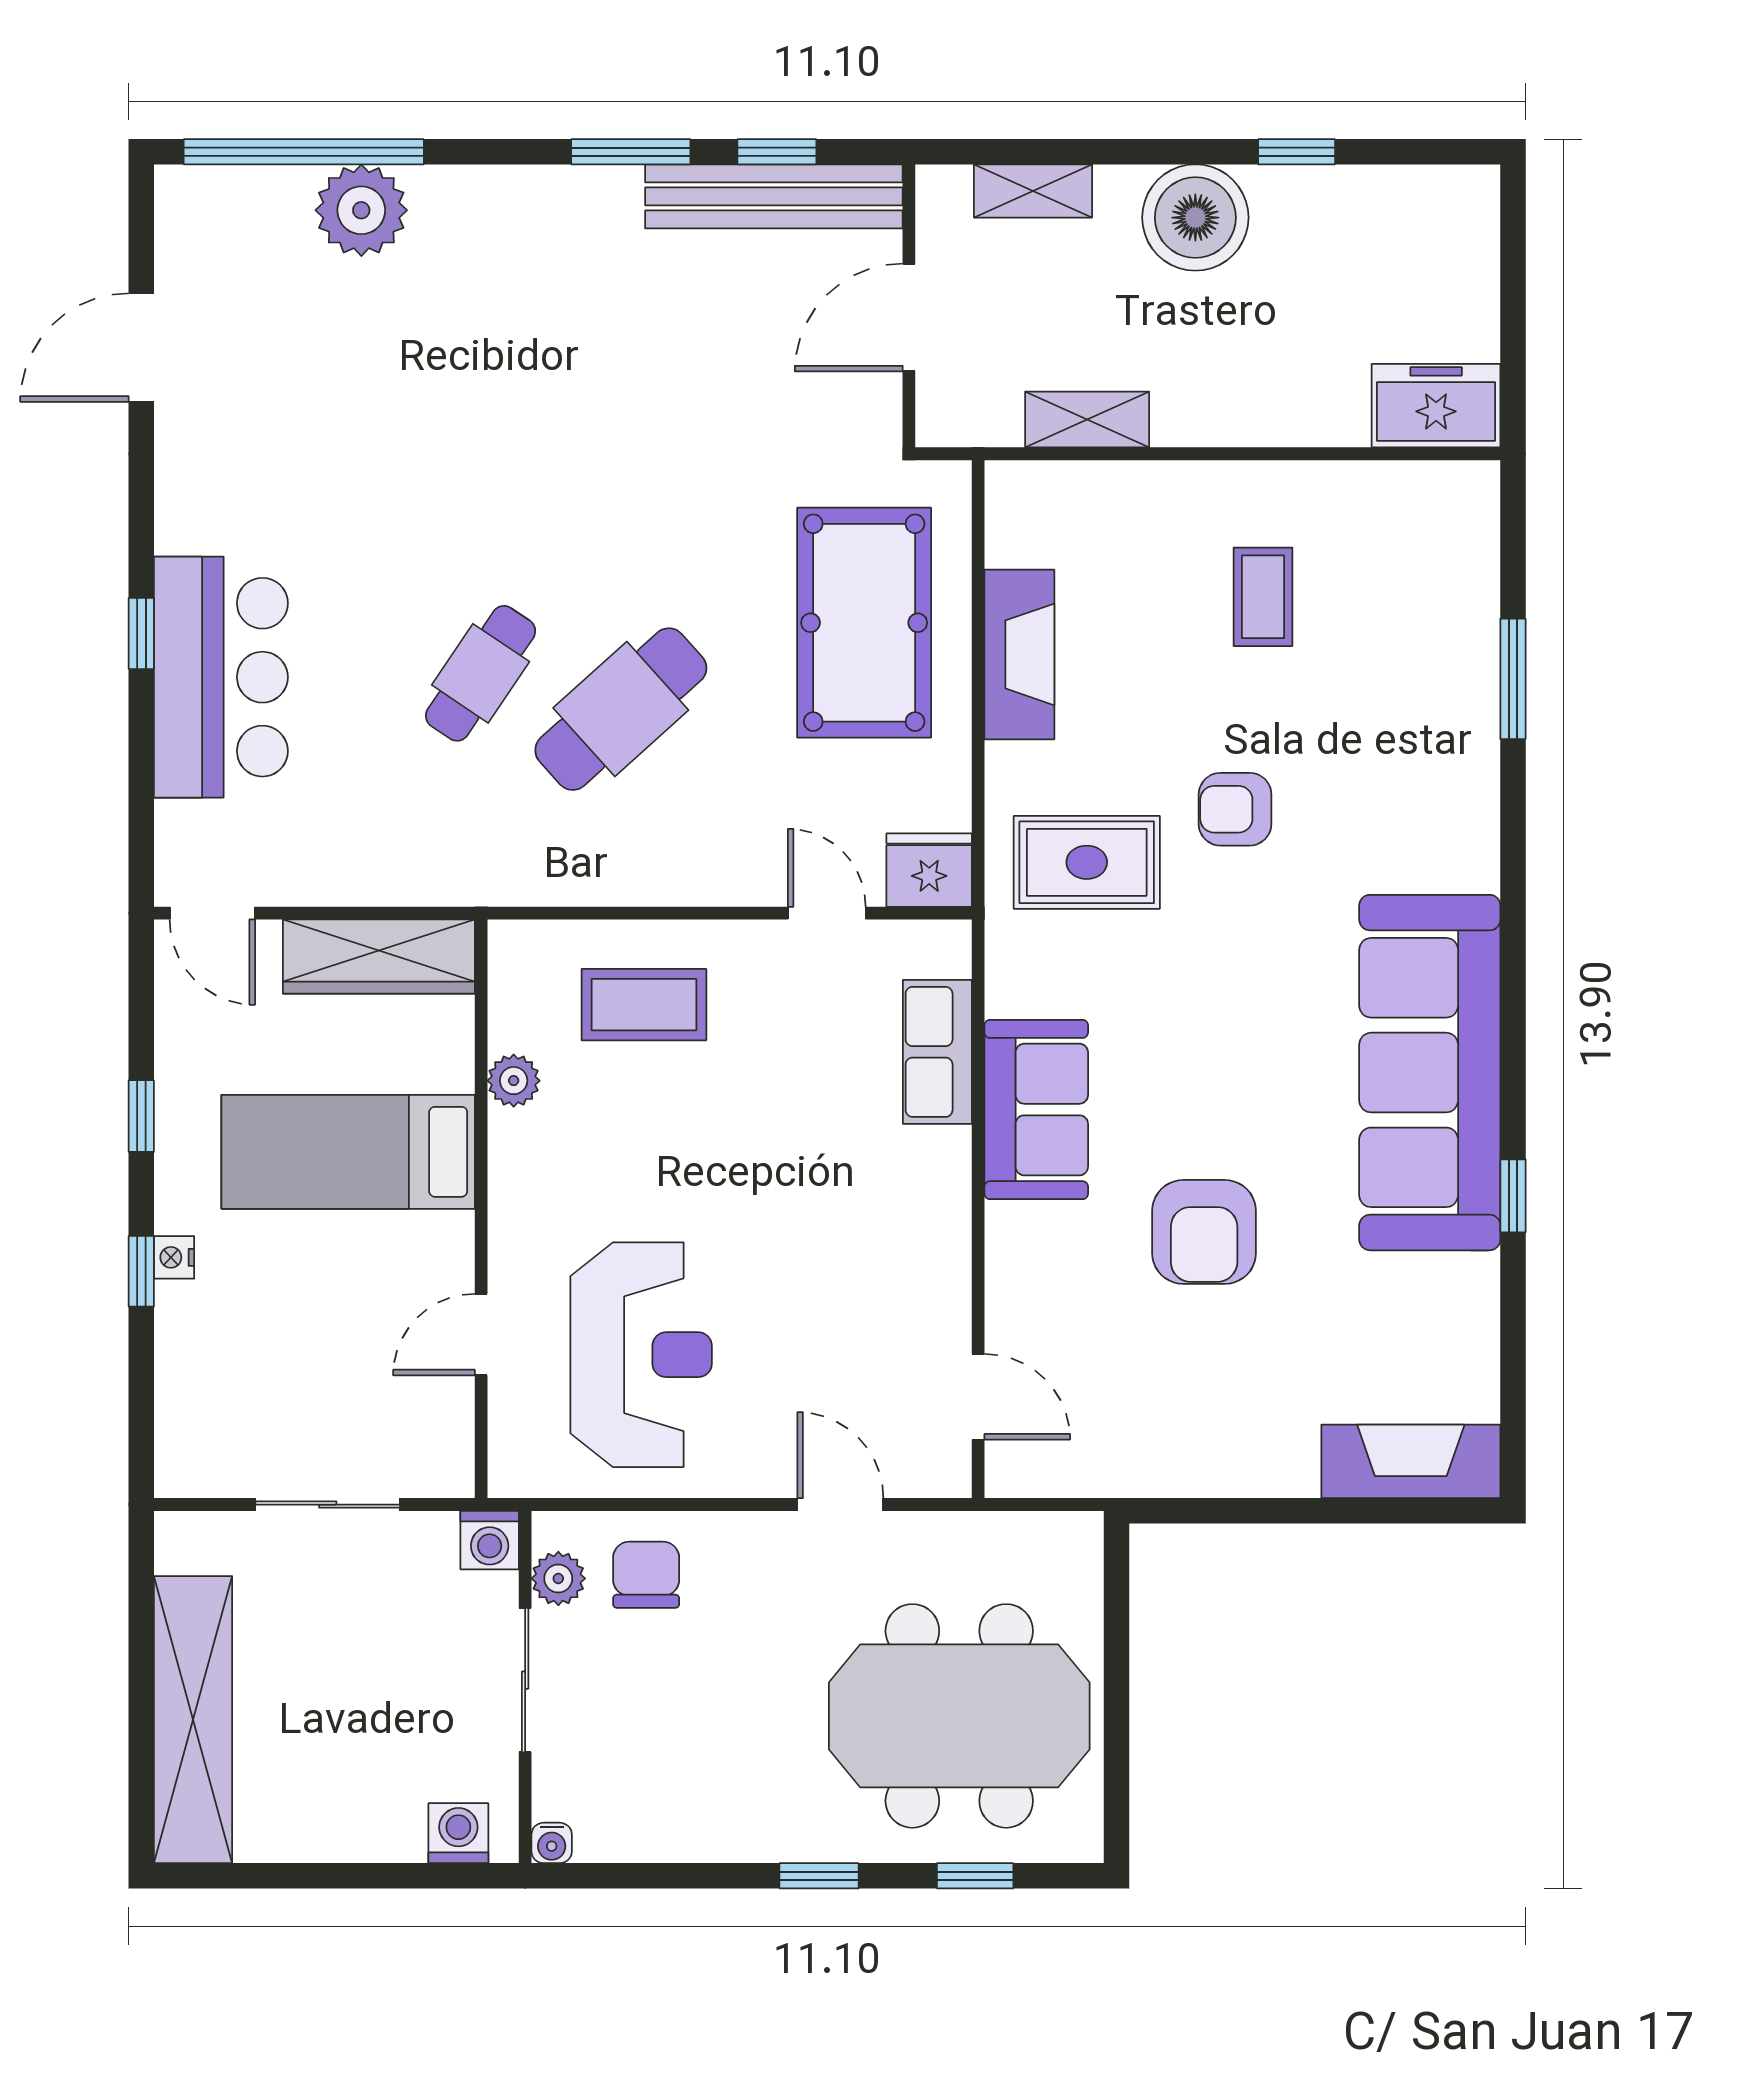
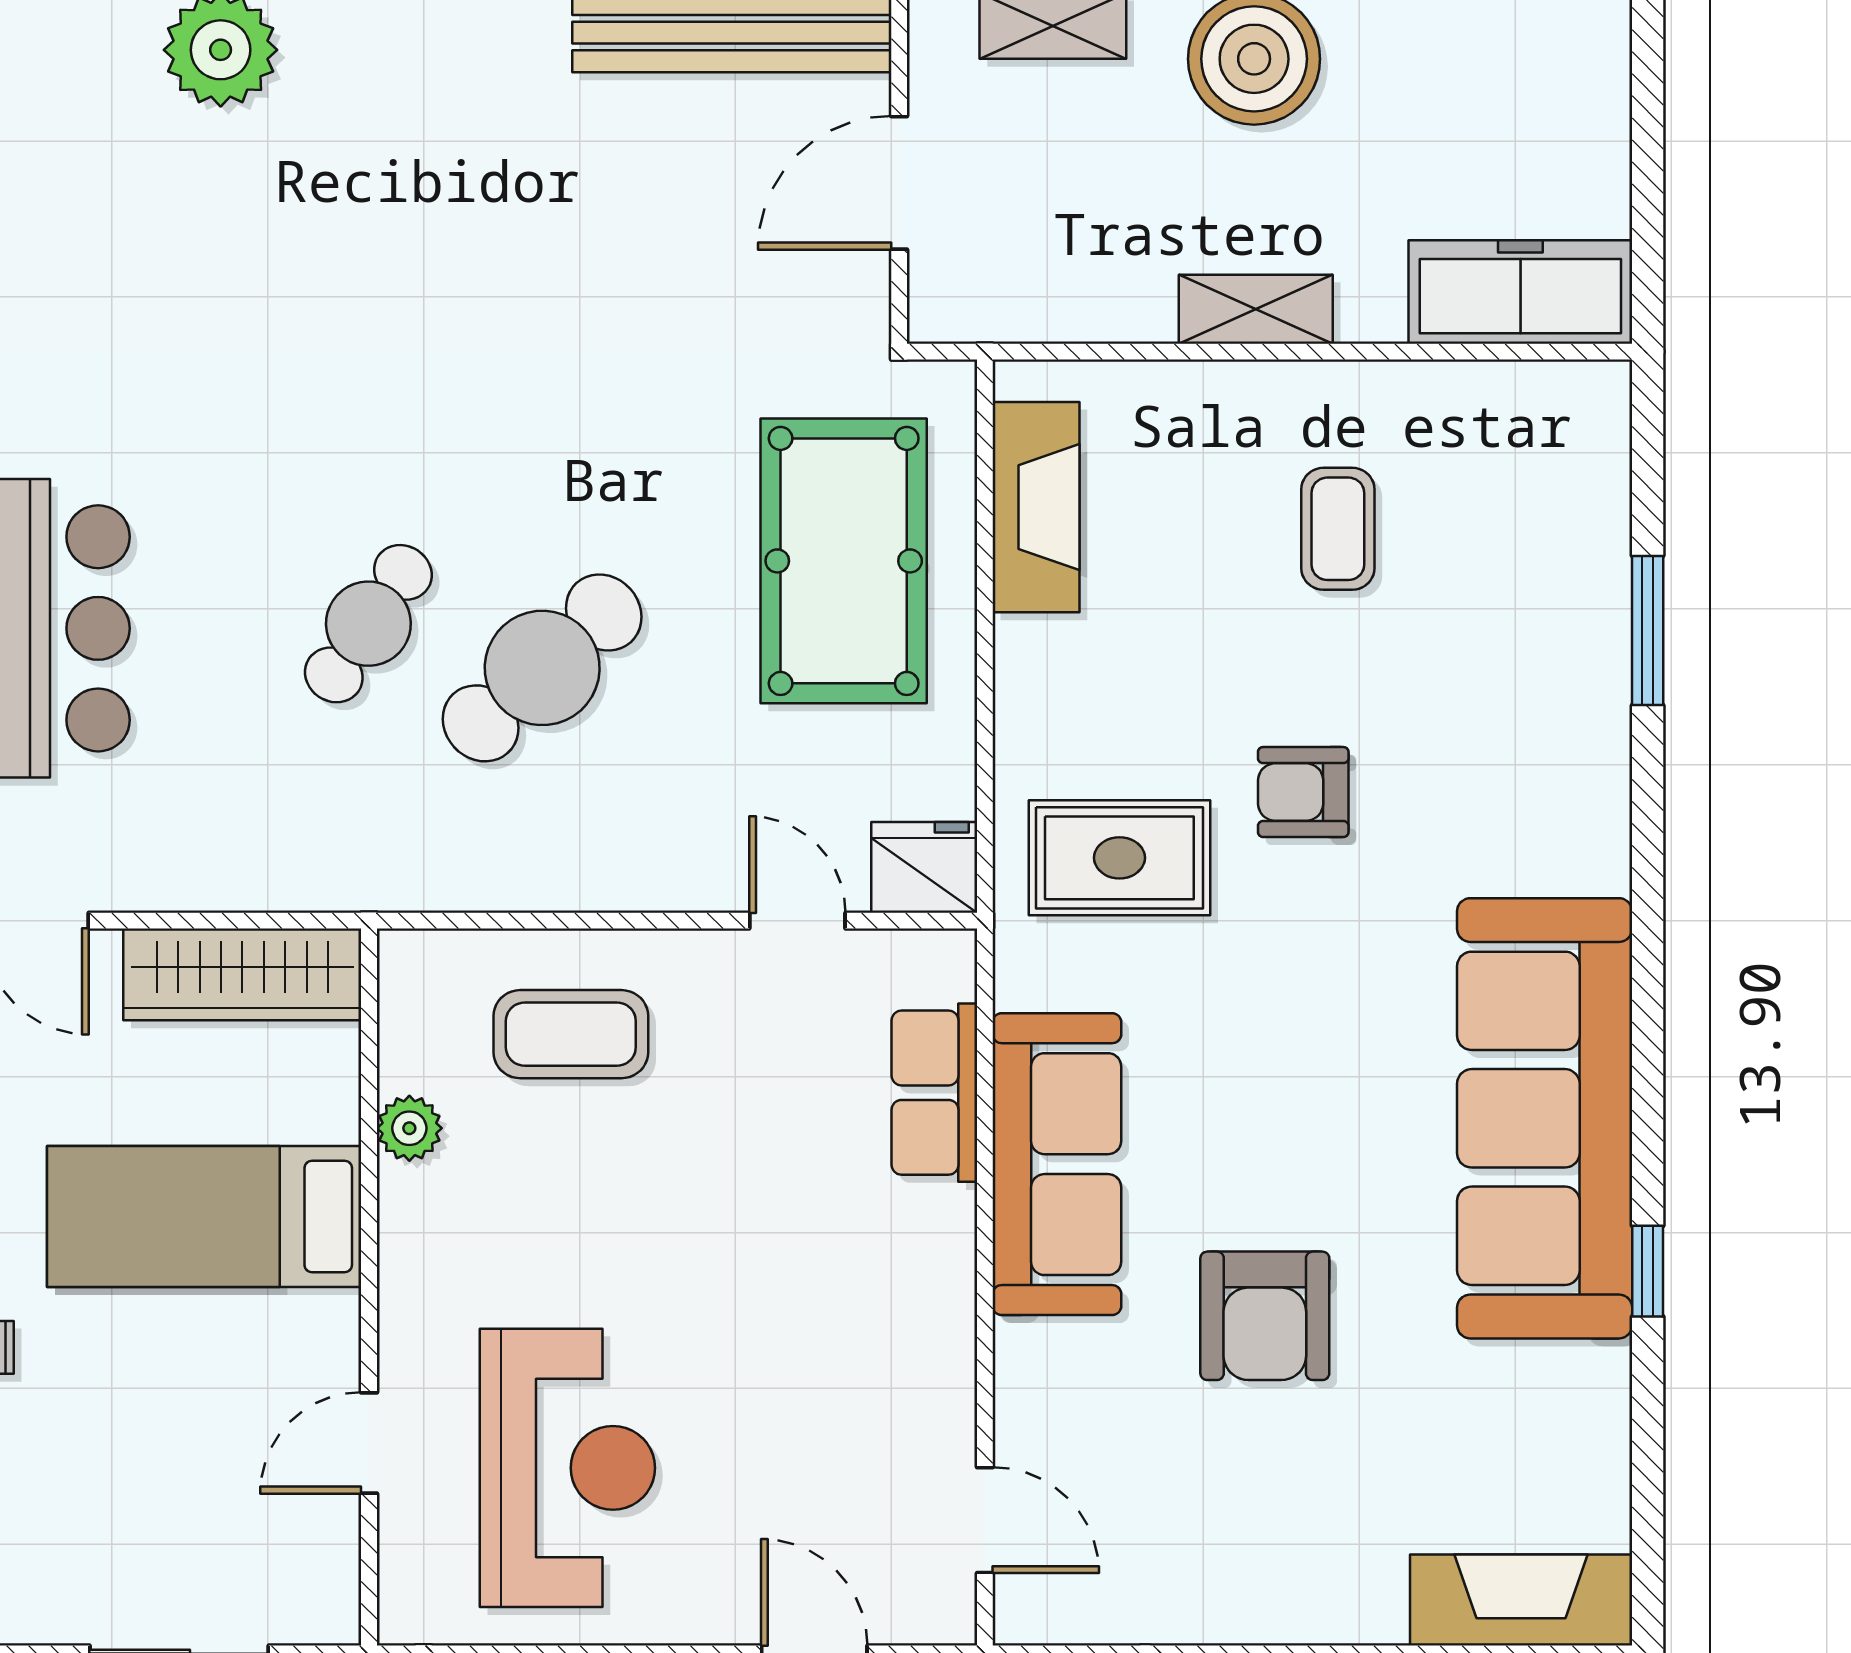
freezer: (1436, 406) -> (1520, 292), width x1.40
shelving: (1087, 420) -> (1256, 309), moved
fireplace: (1019, 654) -> (1036, 507), moved
sofa: (1036, 1110) -> (1057, 1164), width x1.36

